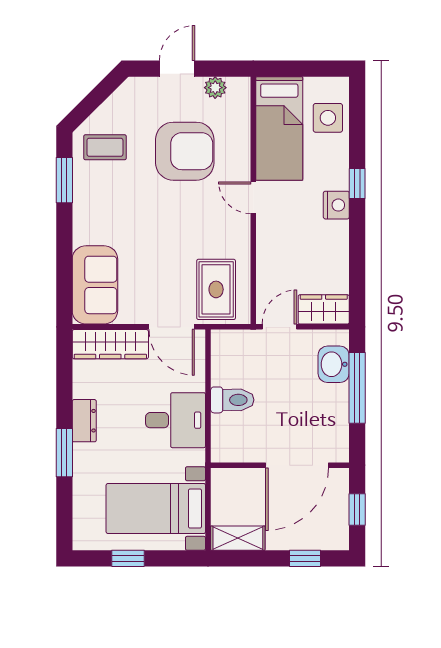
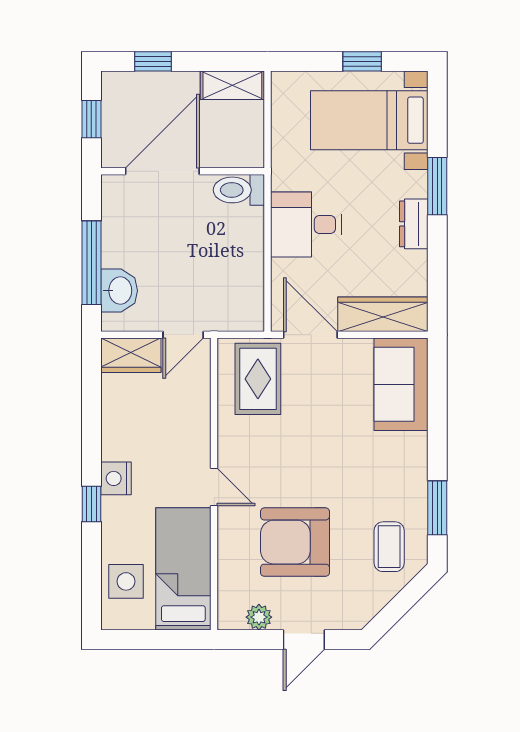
coffee table: (105, 147) -> (389, 547), turned 90
toilet: (232, 400) -> (239, 190), moved
bed with nightstands: (156, 509) -> (369, 120), moved, turned 180

